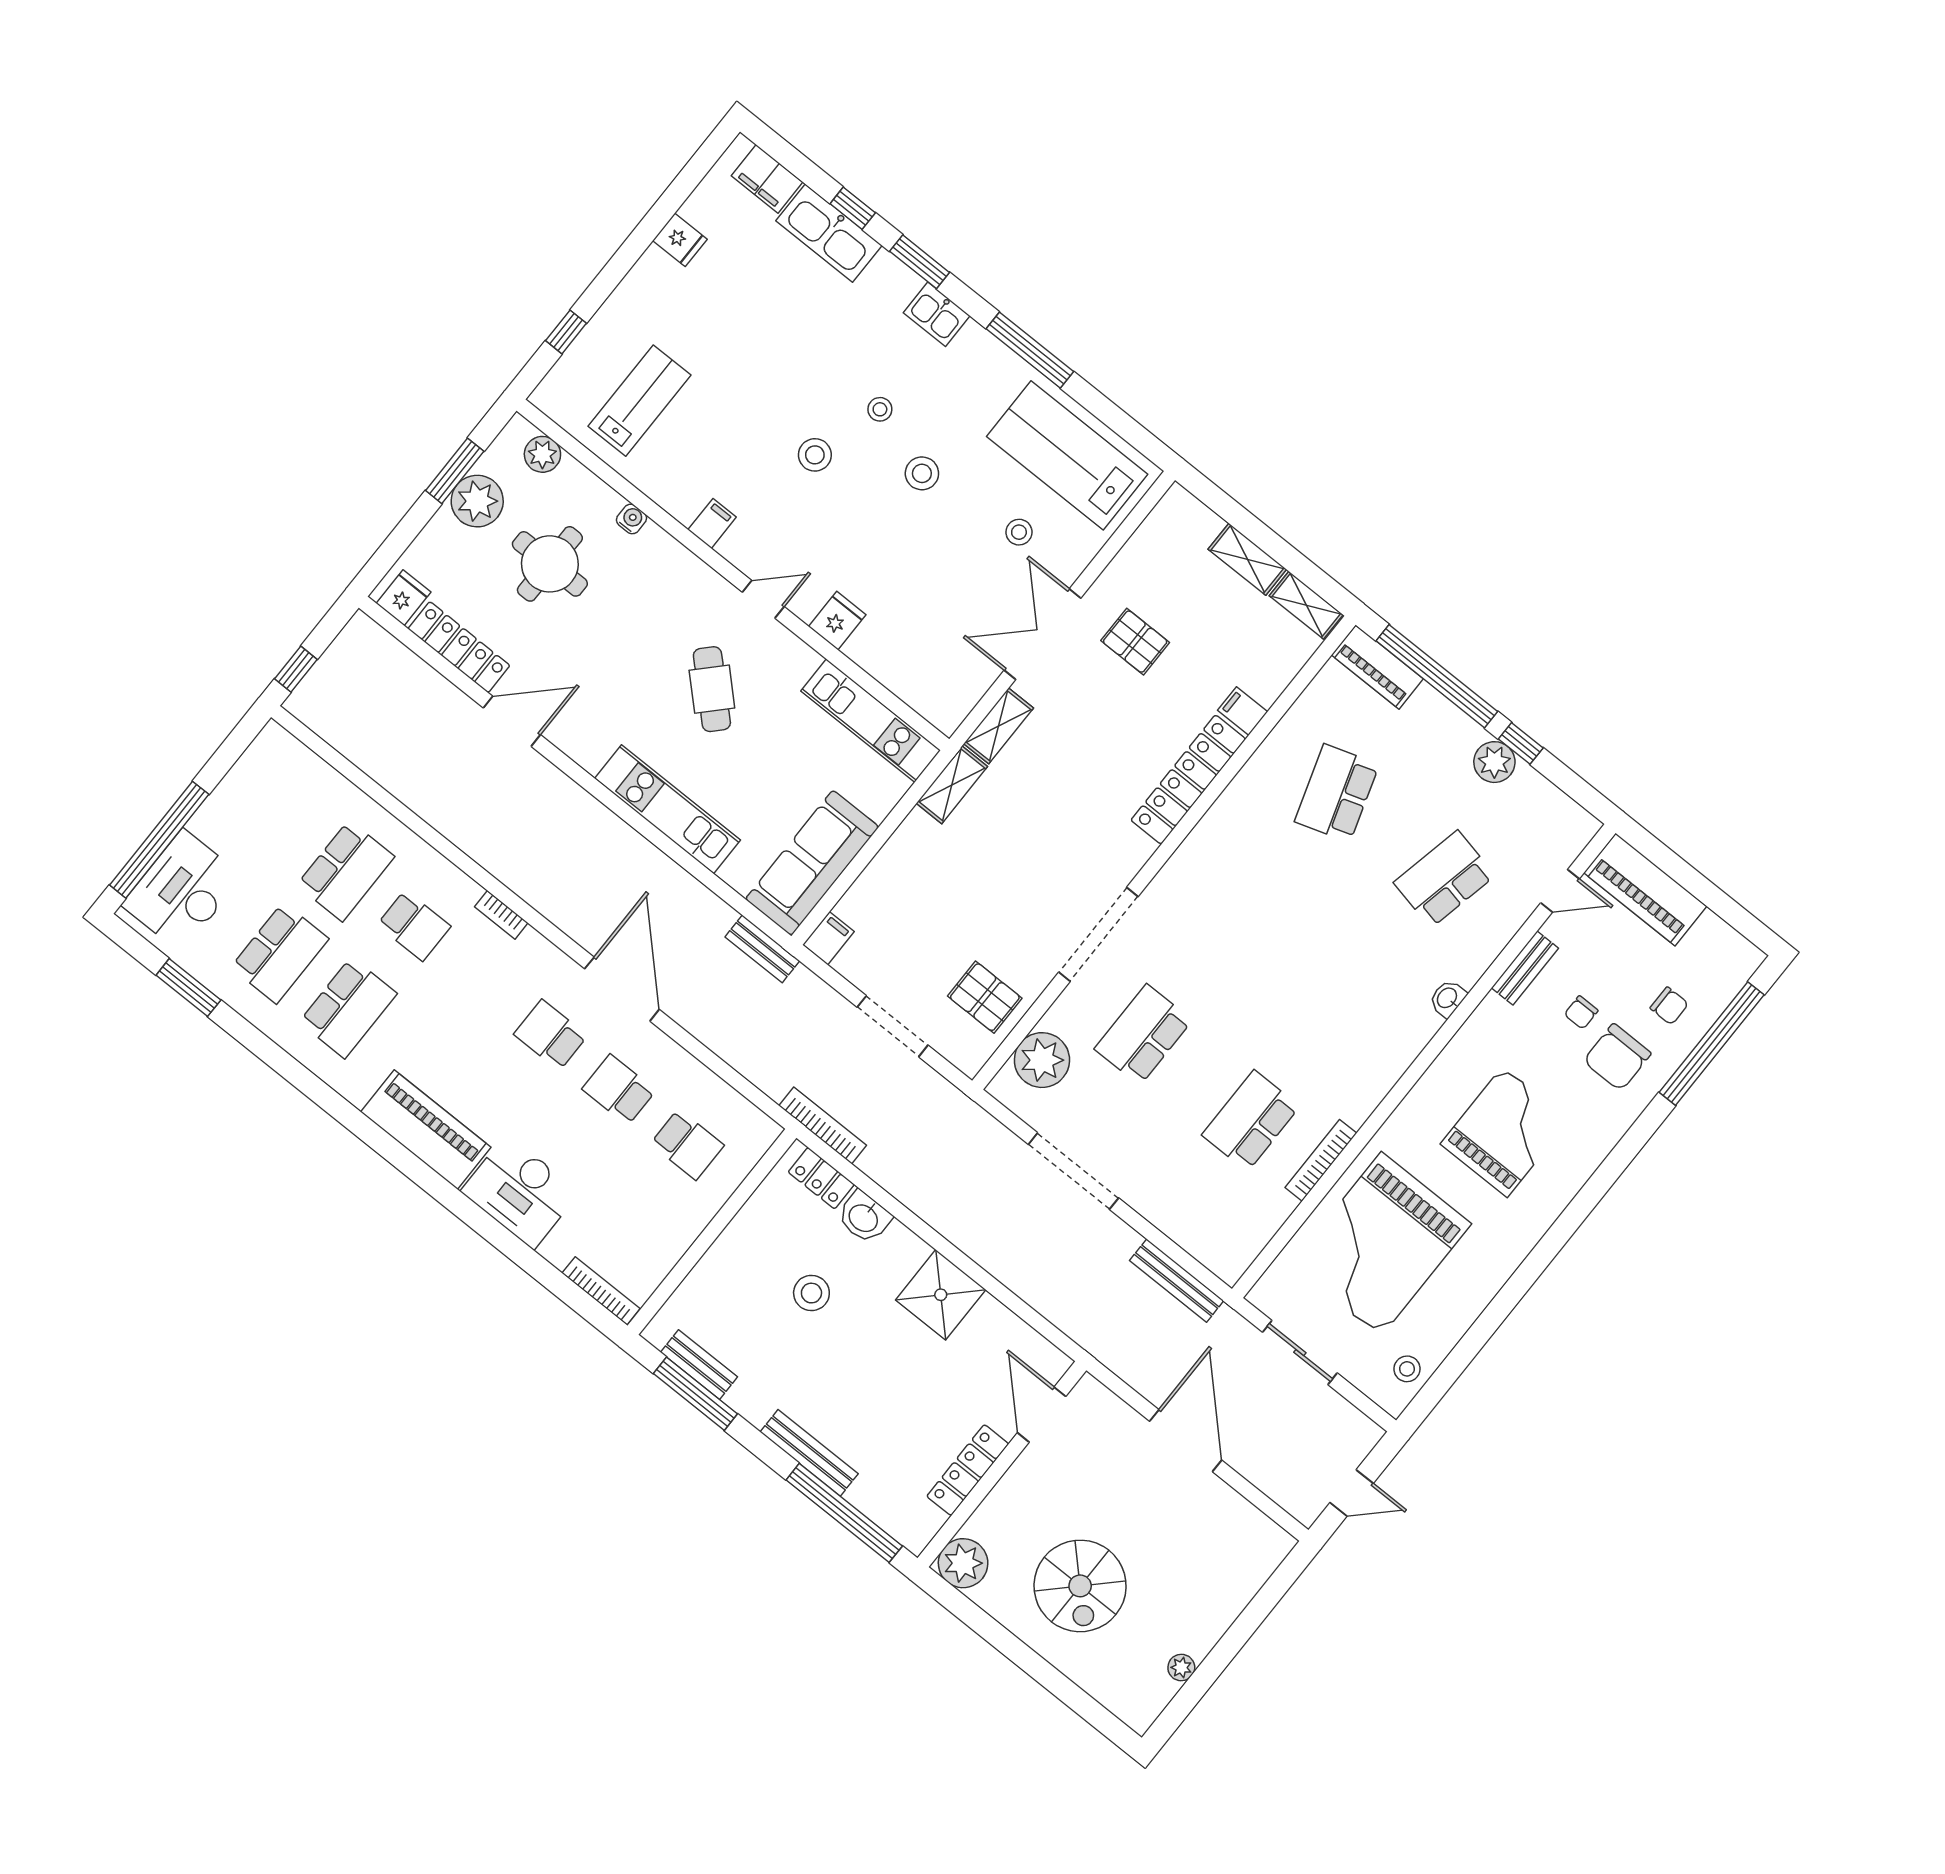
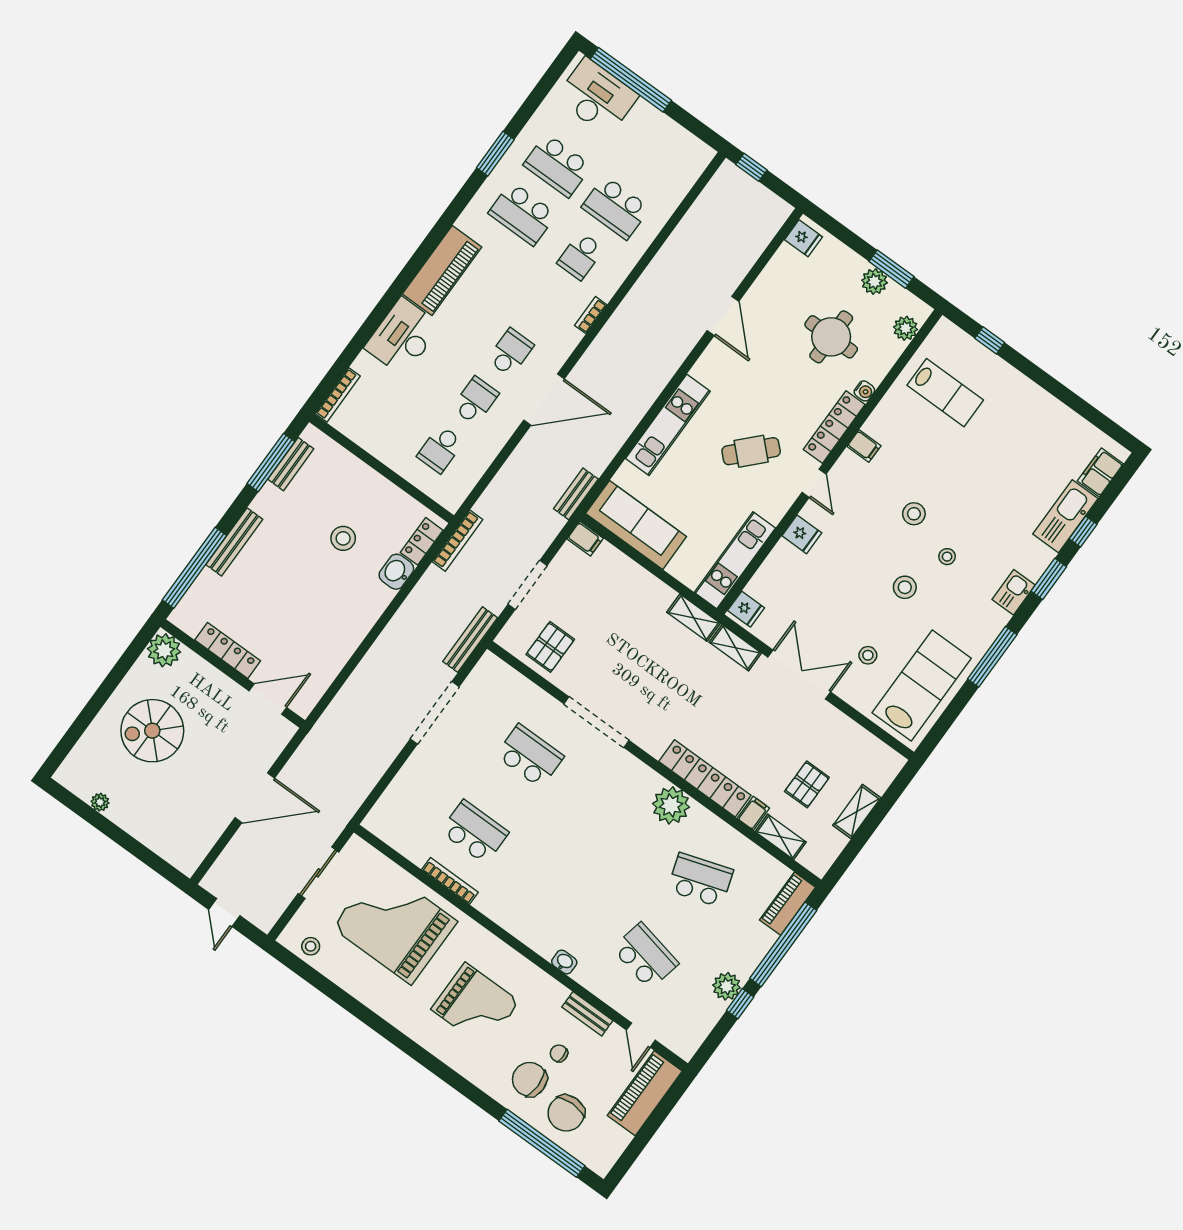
fridge: (680, 240) -> (746, 609), moved, turned -90
plant: (477, 501) -> (874, 282), width x0.73, depth x0.73
shelving: (1306, 605) -> (781, 837), moved, turned 90
pallet: (1135, 642) -> (807, 784), moved
locker: (459, 647) -> (834, 427), moved, turned 180
window: (188, 988) -> (495, 154), moved
chair: (1669, 1006) -> (566, 1113), width x1.87, depth x1.87
plant: (1042, 1060) -> (671, 805), moved
bench: (1177, 1281) -> (470, 640), moved
shower: (941, 1295) -> (346, 626), removed

